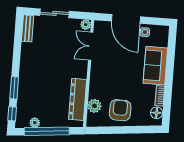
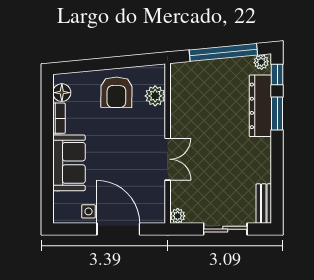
double door: (91, 46) -> (168, 159), moved
dresser: (78, 99) -> (260, 106), moved, turned 180
plant: (35, 123) -> (261, 62), moved

